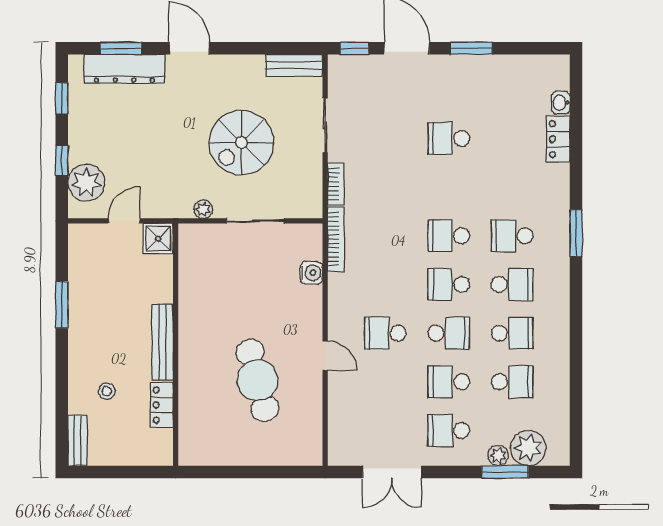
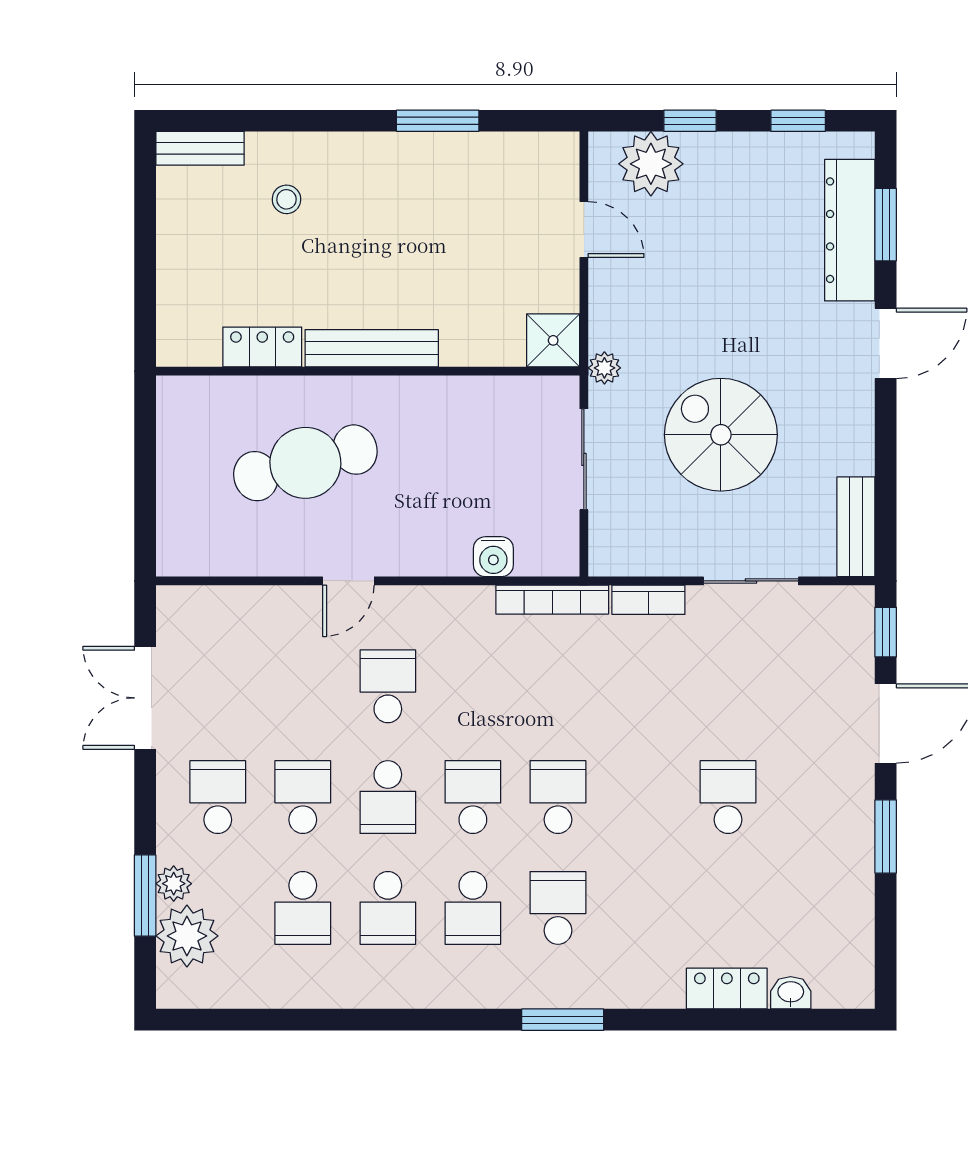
shower: (158, 239) -> (553, 340), moved
bench: (163, 342) -> (372, 348), moved
wall: (176, 345) -> (368, 371), moved
locker: (162, 405) -> (262, 347), moved

